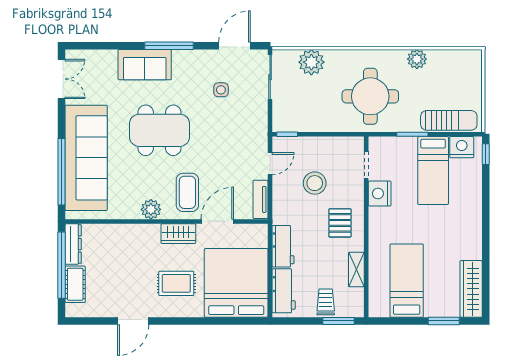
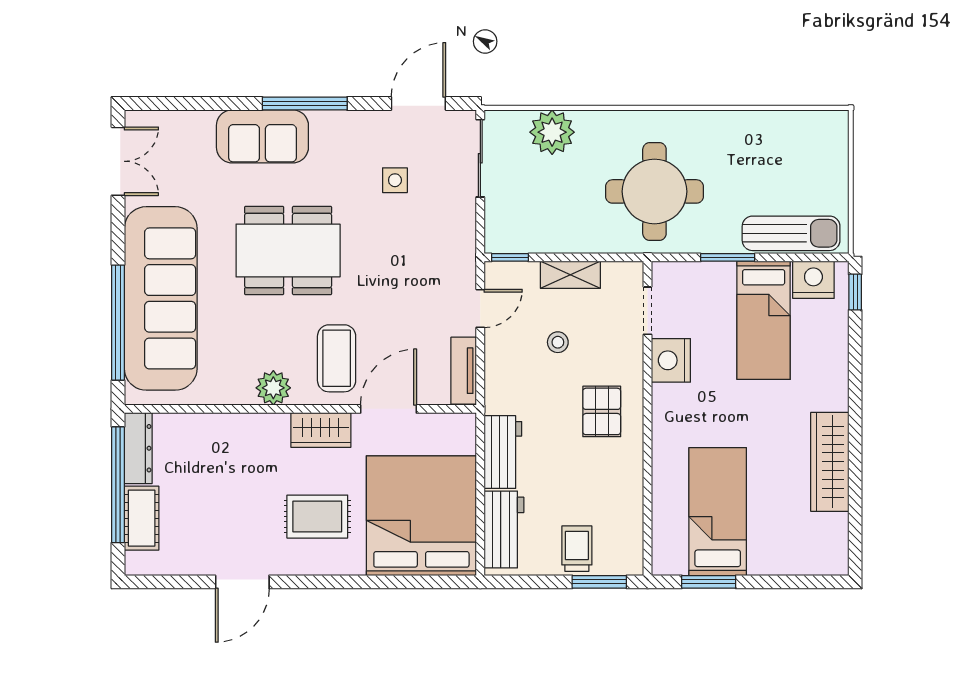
plant: (417, 59) -> (736, 127), removed
stool: (315, 183) -> (558, 342), width x0.53, depth x0.53
shelving: (356, 269) -> (570, 275), moved, turned 90
wardrobe: (471, 289) -> (830, 462), moved
window: (444, 321) -> (709, 582), moved

